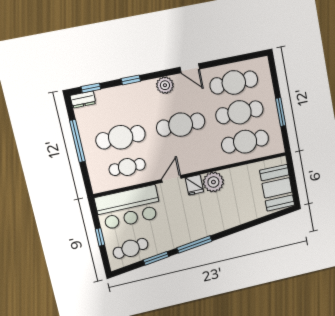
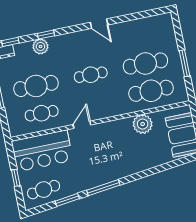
cafe table: (234, 82) -> (140, 36), removed
plant: (165, 85) -> (40, 46), moved
cafe table: (181, 125) -> (91, 75), width x0.73, depth x0.74
plant: (213, 182) -> (143, 124), moved
fridge: (194, 185) -> (103, 131), removed

